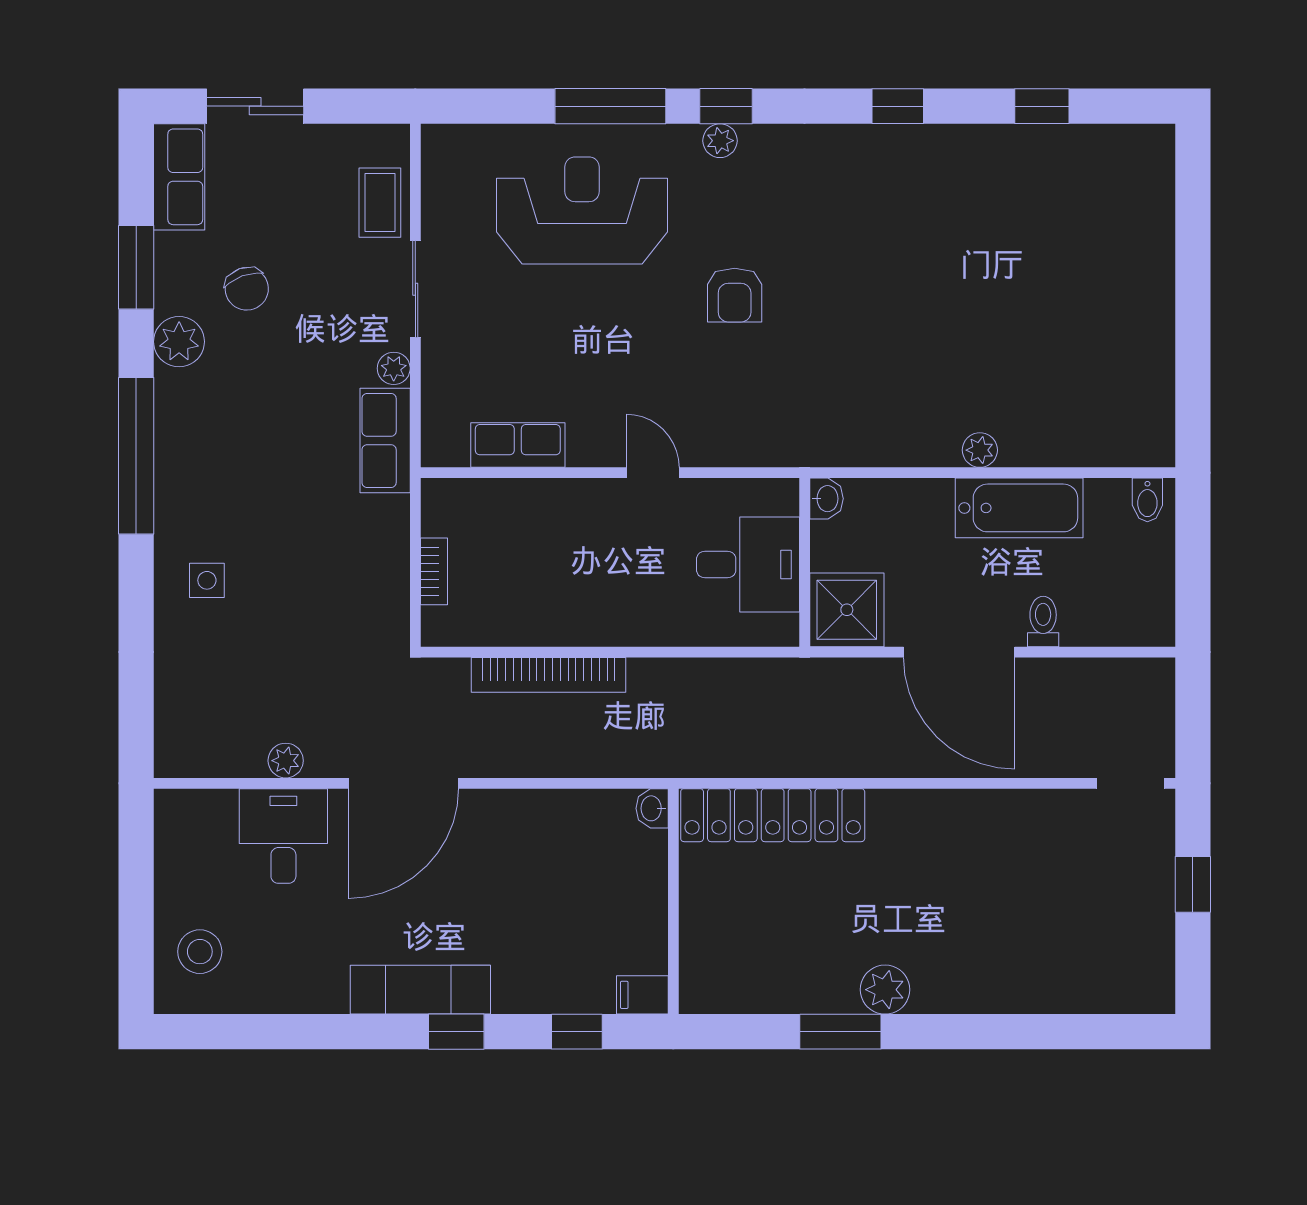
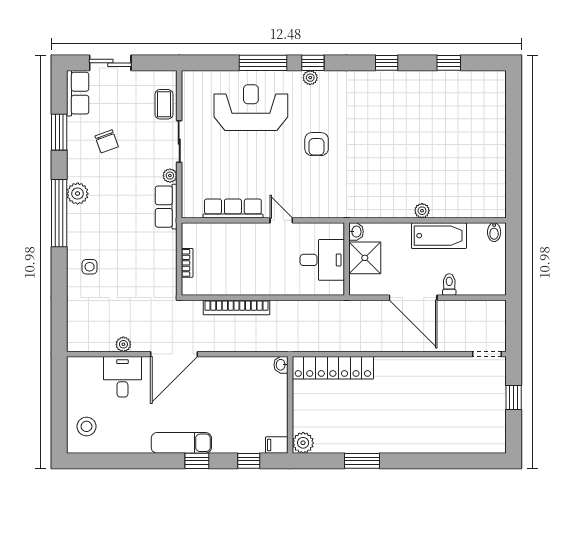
plant: (179, 342) -> (78, 194), moved
row of seats: (518, 445) -> (233, 209), width x1.48
shower: (847, 610) -> (365, 258), moved
plant: (885, 990) -> (303, 443), moved

